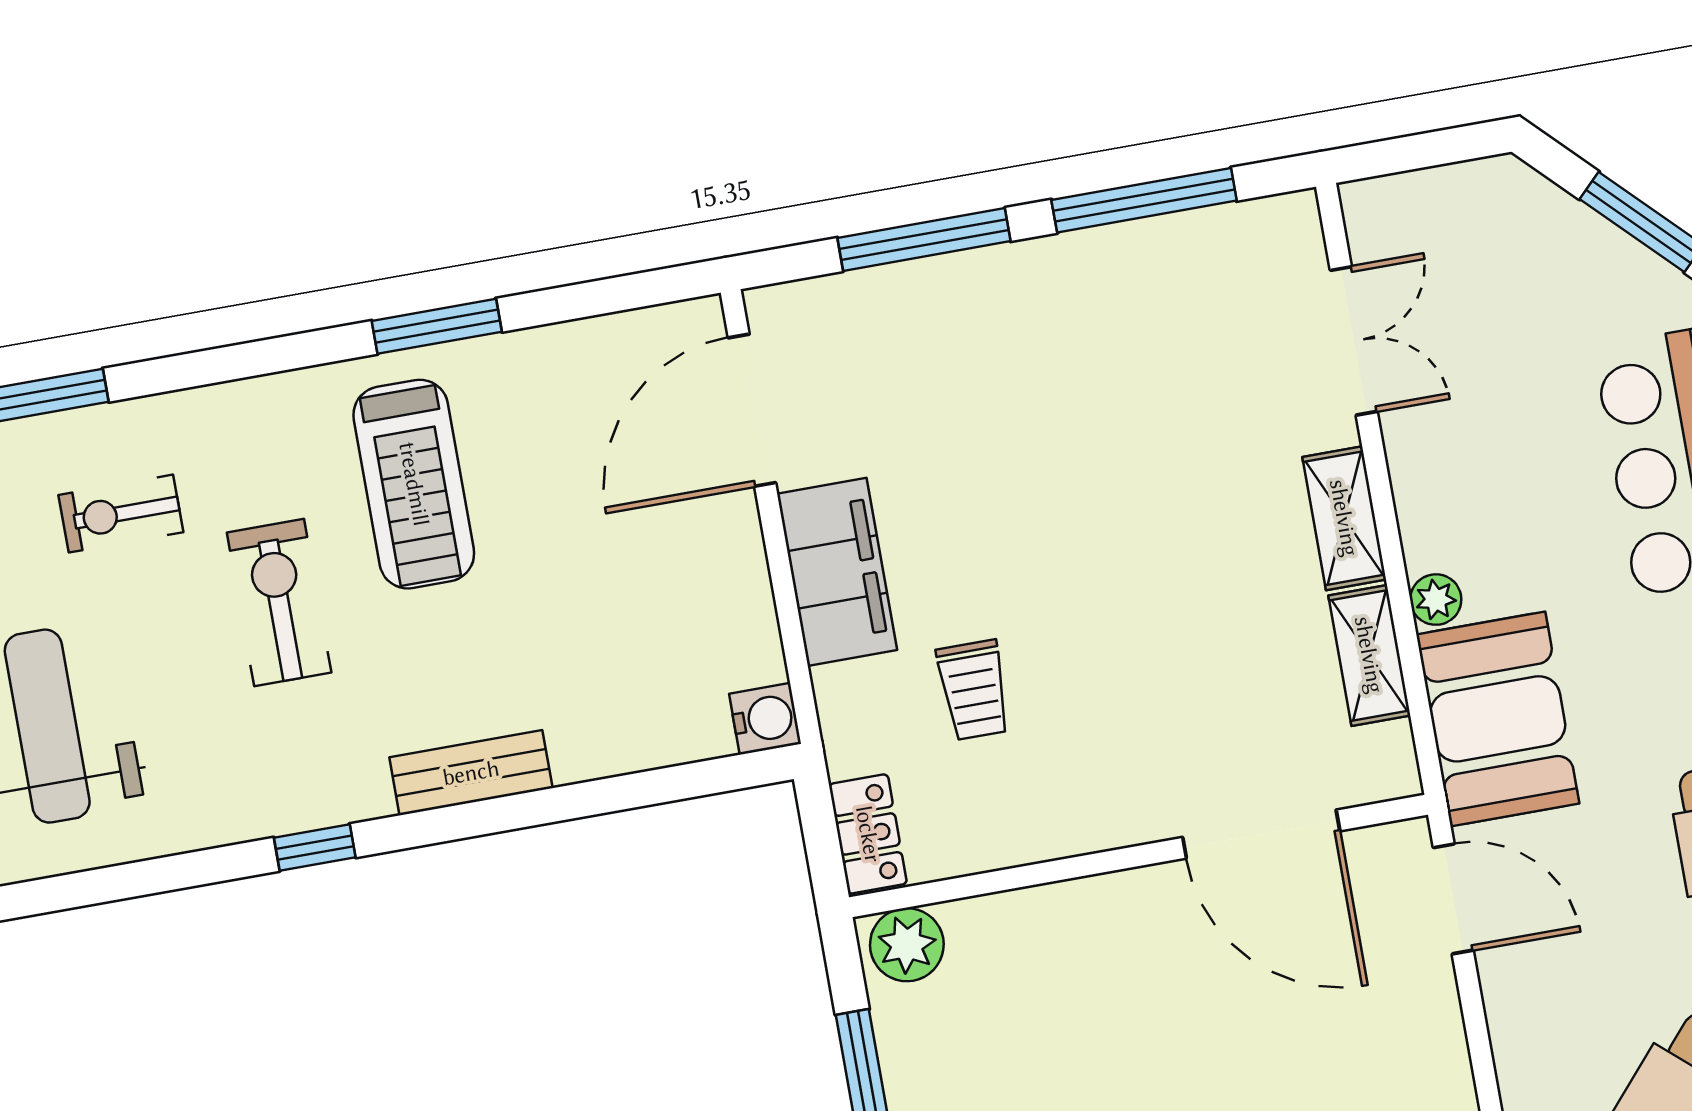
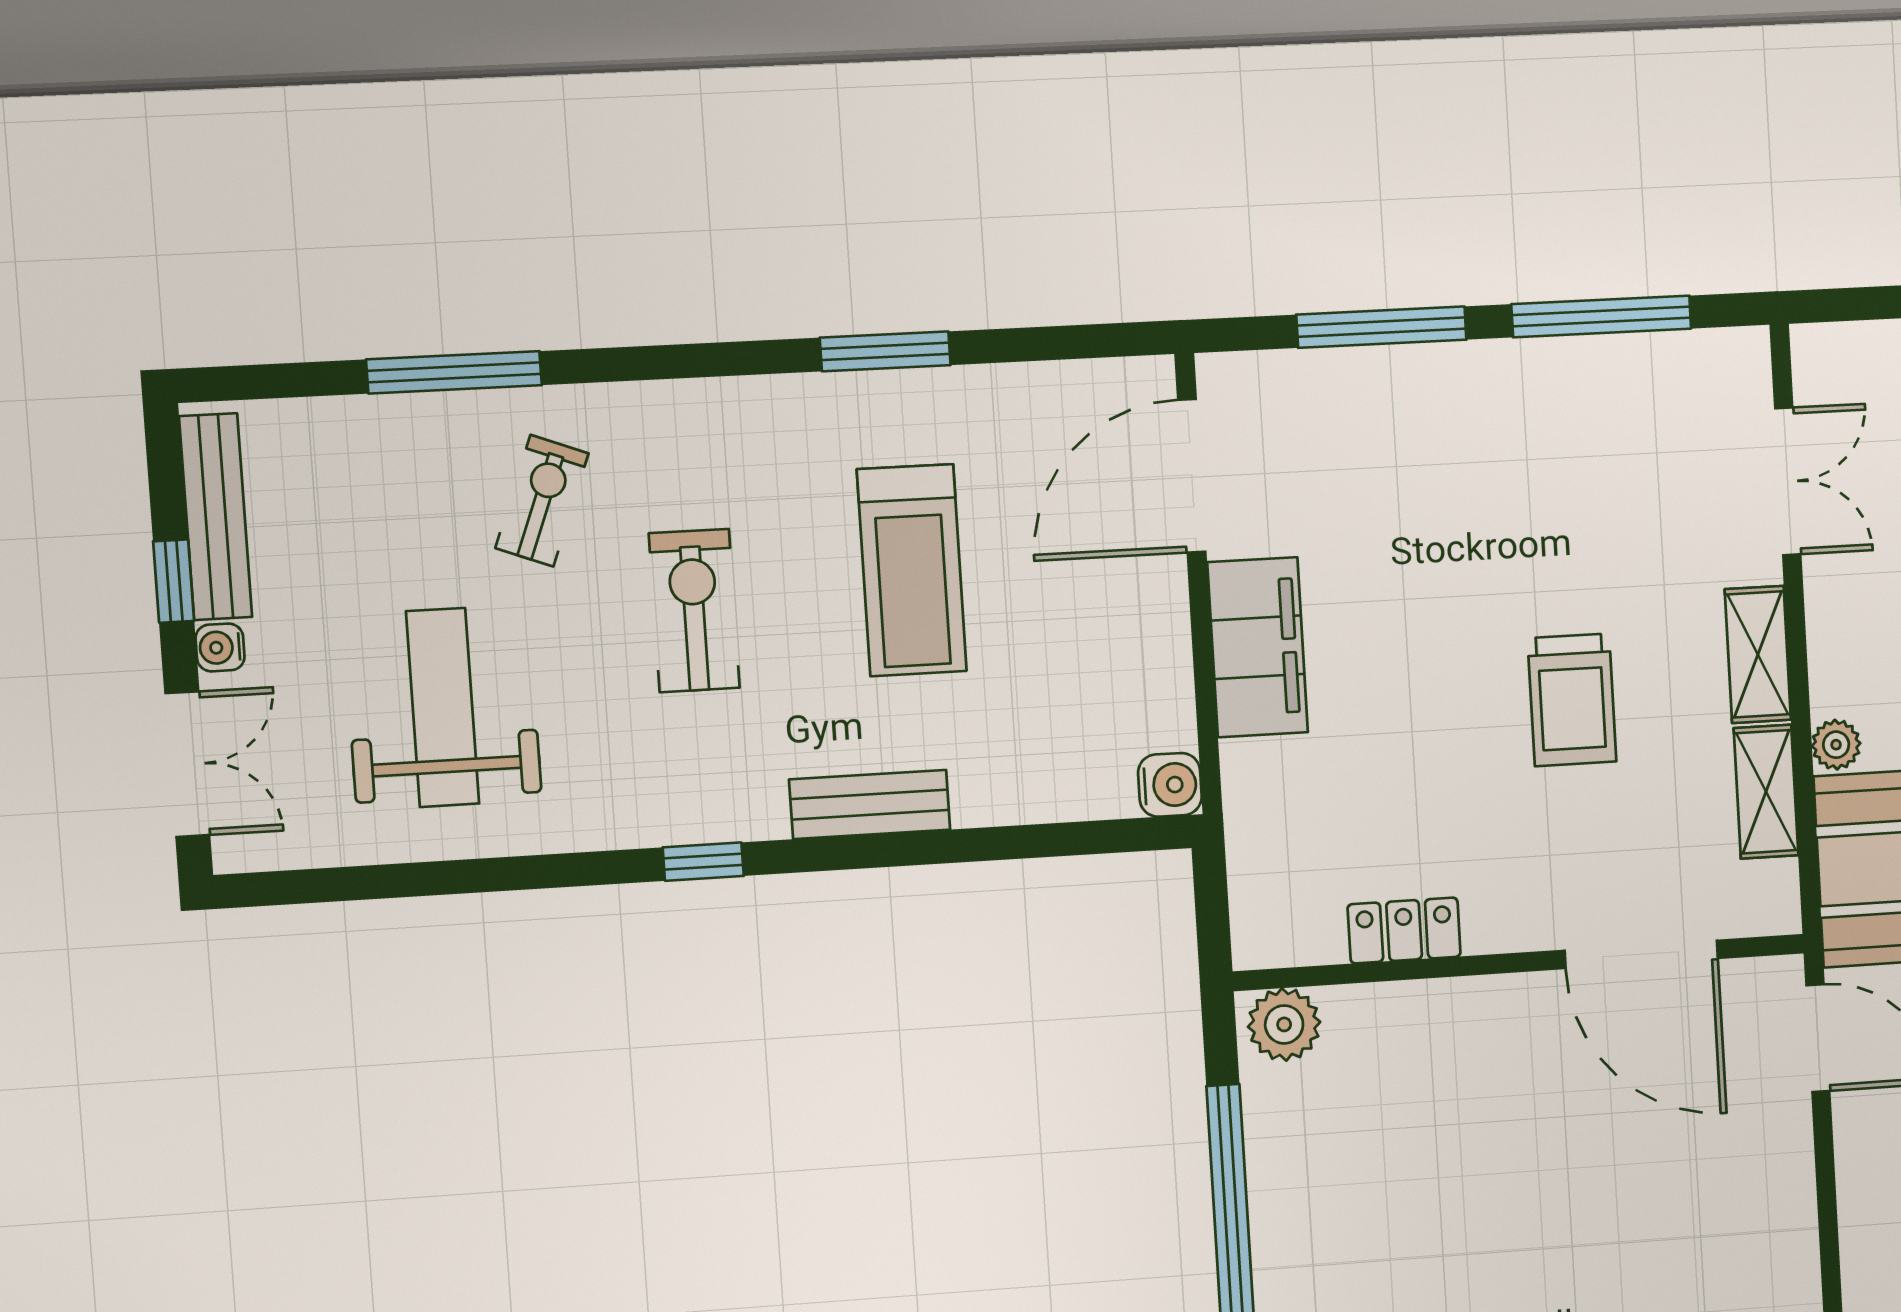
treadmill: (414, 484) -> (912, 570), moved
exercise bike: (121, 514) -> (542, 501), turned 111
trolley: (974, 690) -> (1572, 700), moved, width x1.36, depth x1.39
locker: (868, 834) -> (1404, 931), moved, turned -90

